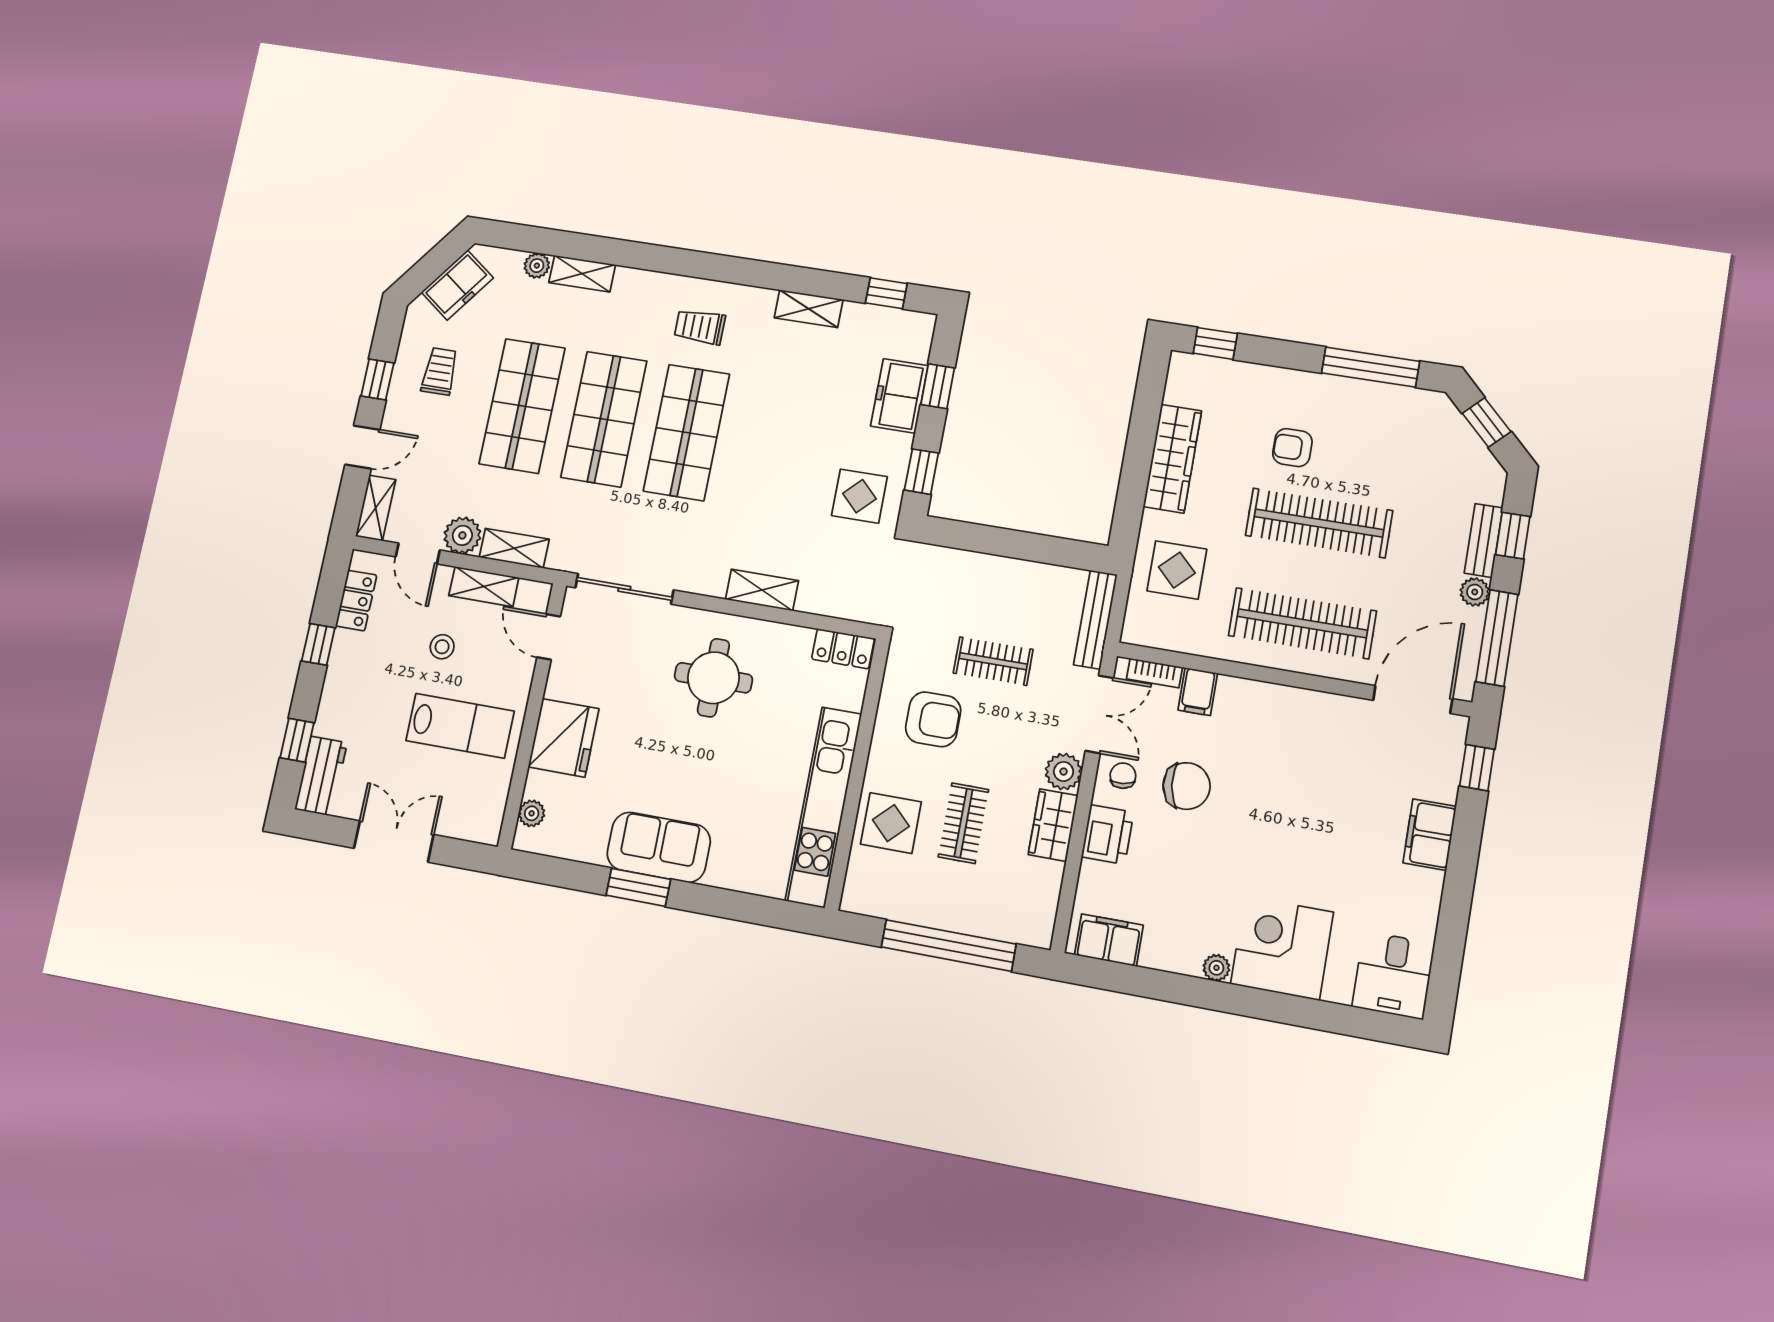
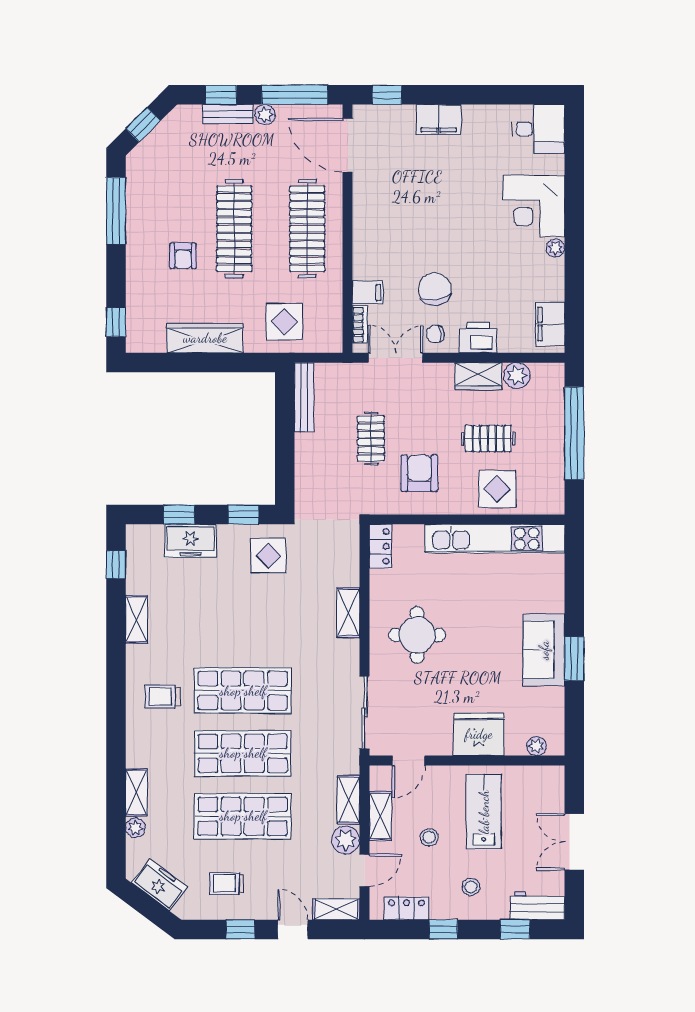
trolley: (700, 327) -> (163, 697), turned 90
bench: (1095, 620) -> (304, 397), moved, turned 90
stool: (365, 691) -> (471, 887), added
plant: (1064, 772) -> (517, 376), moved

